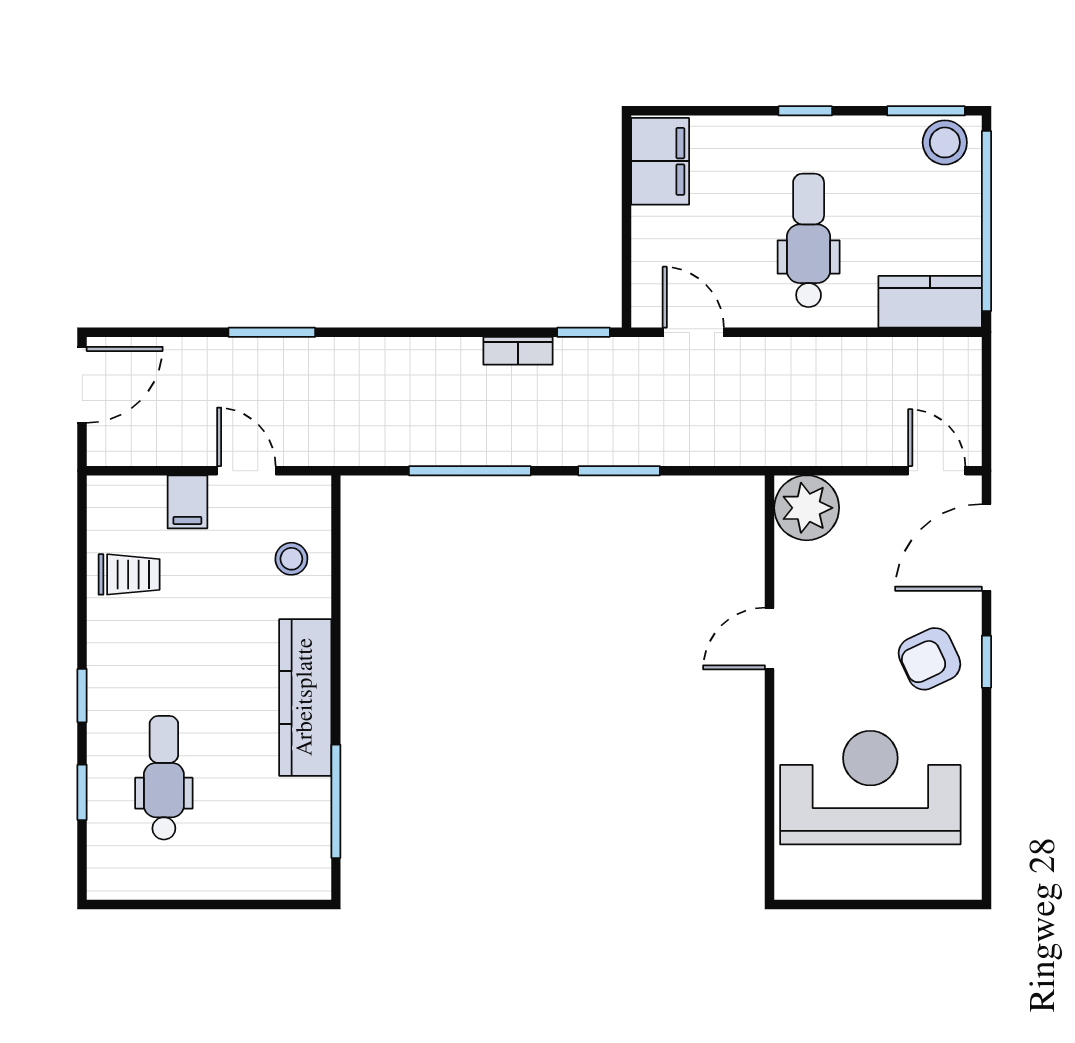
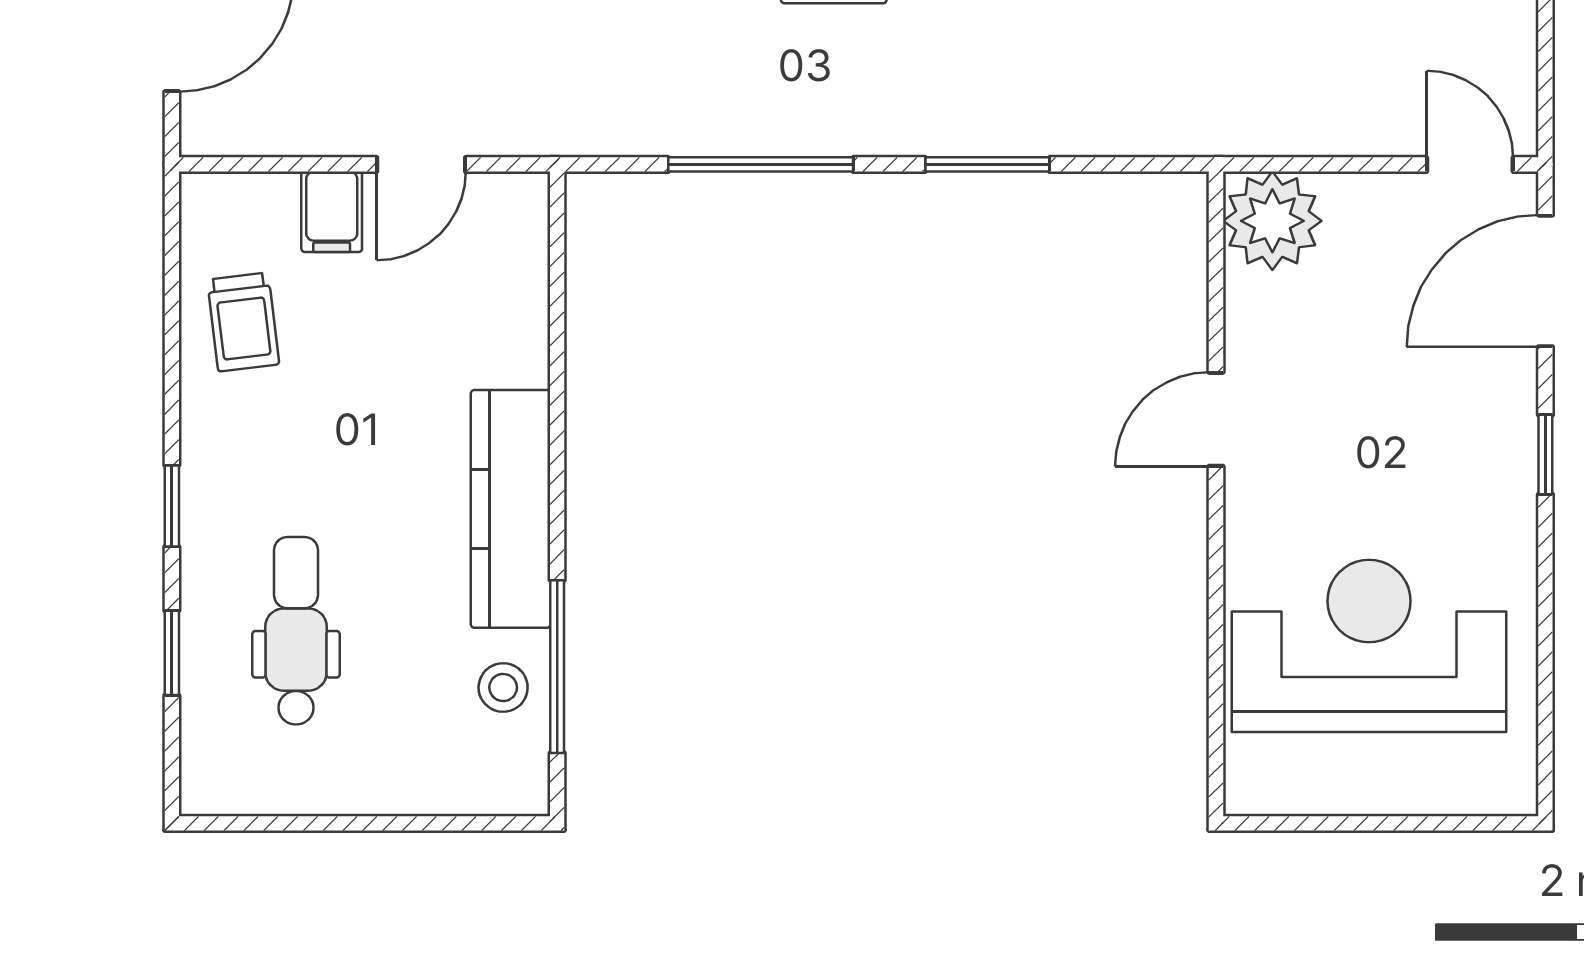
door: (246, 471) -> (421, 164), swing flipped
stool: (291, 559) -> (503, 687), moved
trolley: (129, 574) -> (243, 322), turned 83
armchair: (929, 659) -> (1459, 450), removed

